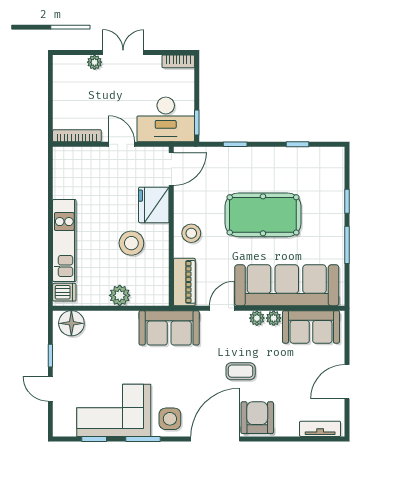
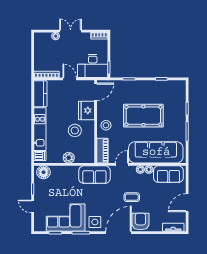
kitchen counter: (65, 173) -> (40, 94), added

